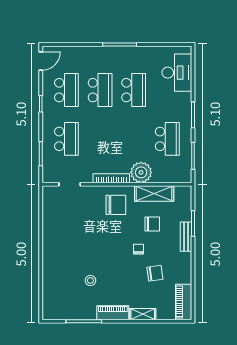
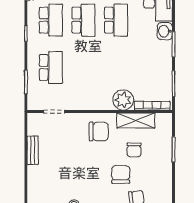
washbasin: (184, 101) -> (165, 31), added
school desk: (167, 139) -> (149, 67), removed
bookcase: (111, 178) -> (152, 106), moved
chair: (152, 224) -> (134, 150), turned 90
bench: (186, 237) -> (33, 150), moved
chair: (139, 249) -> (121, 174), width x1.87, depth x1.87

